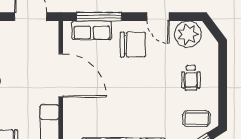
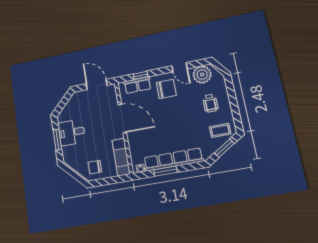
window: (99, 17) -> (141, 75), width x0.46

